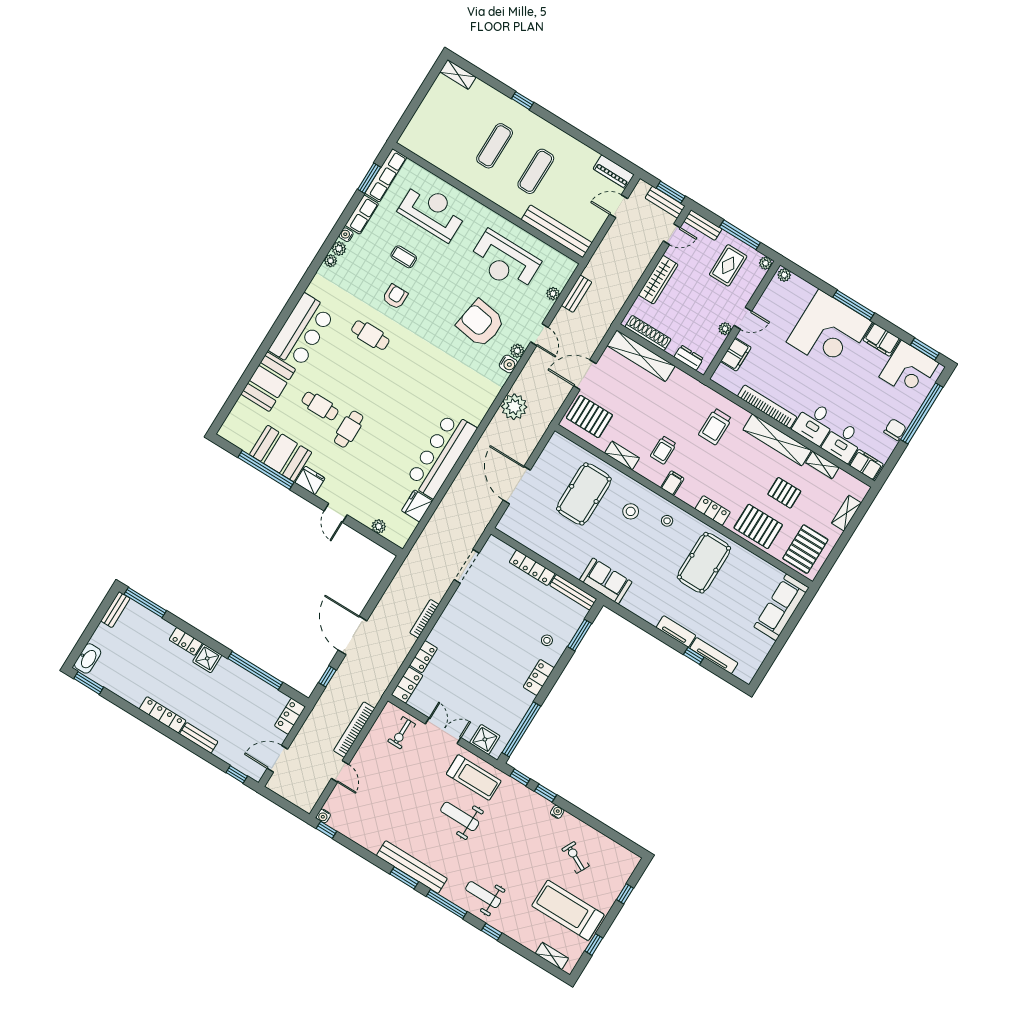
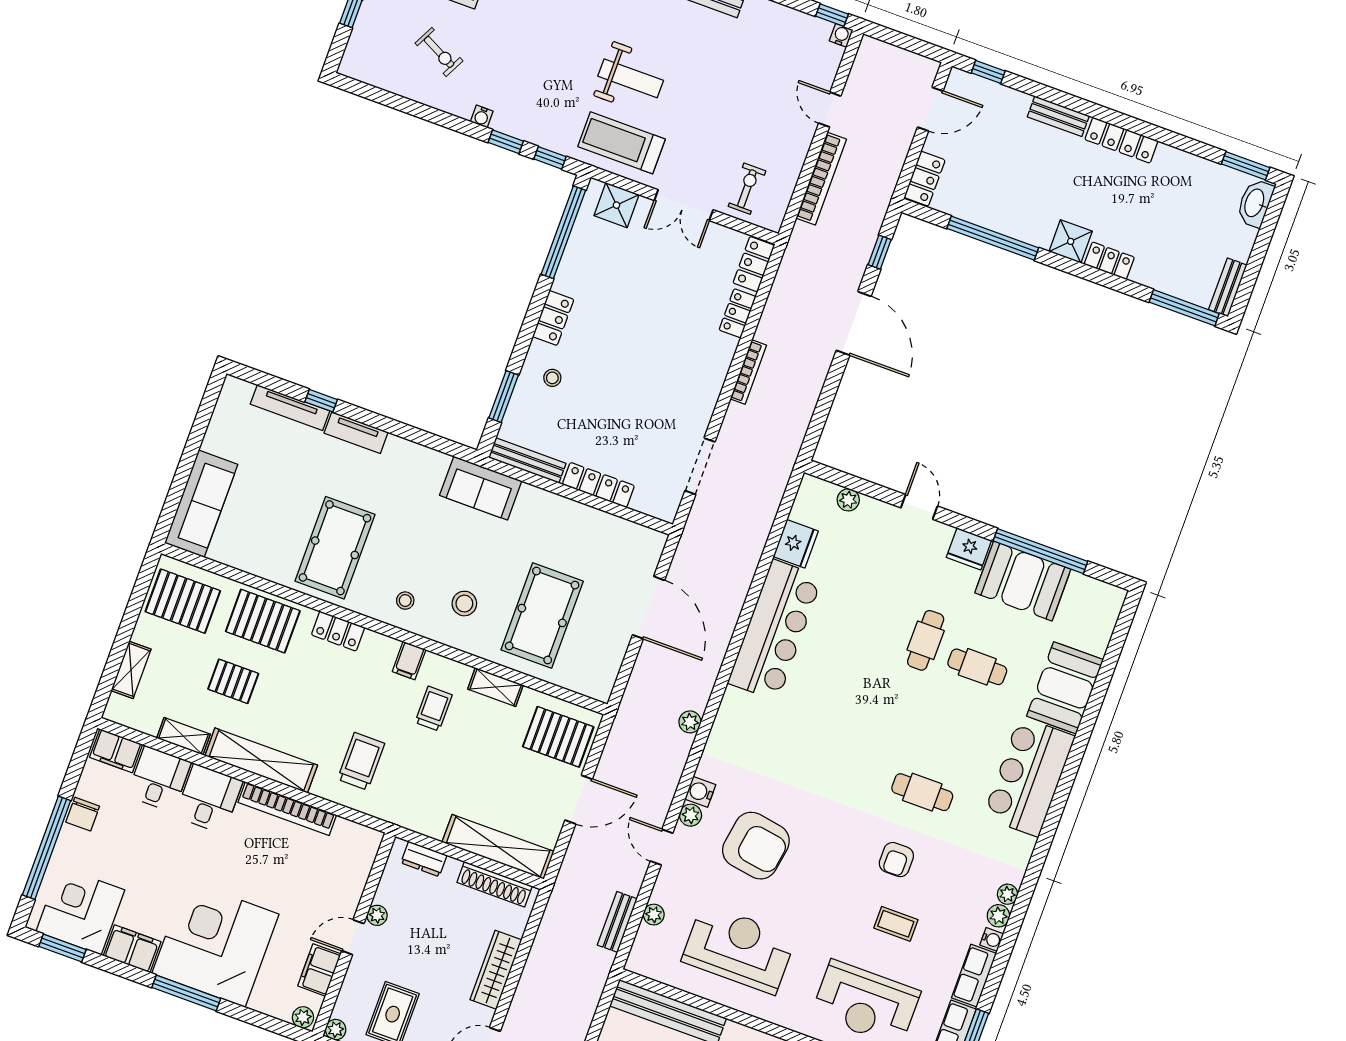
filing cabinet: (736, 354) -> (319, 970), moved
plant: (514, 407) -> (690, 722), width x0.53, depth x0.53
pallet: (805, 549) -> (183, 601), turned 90

